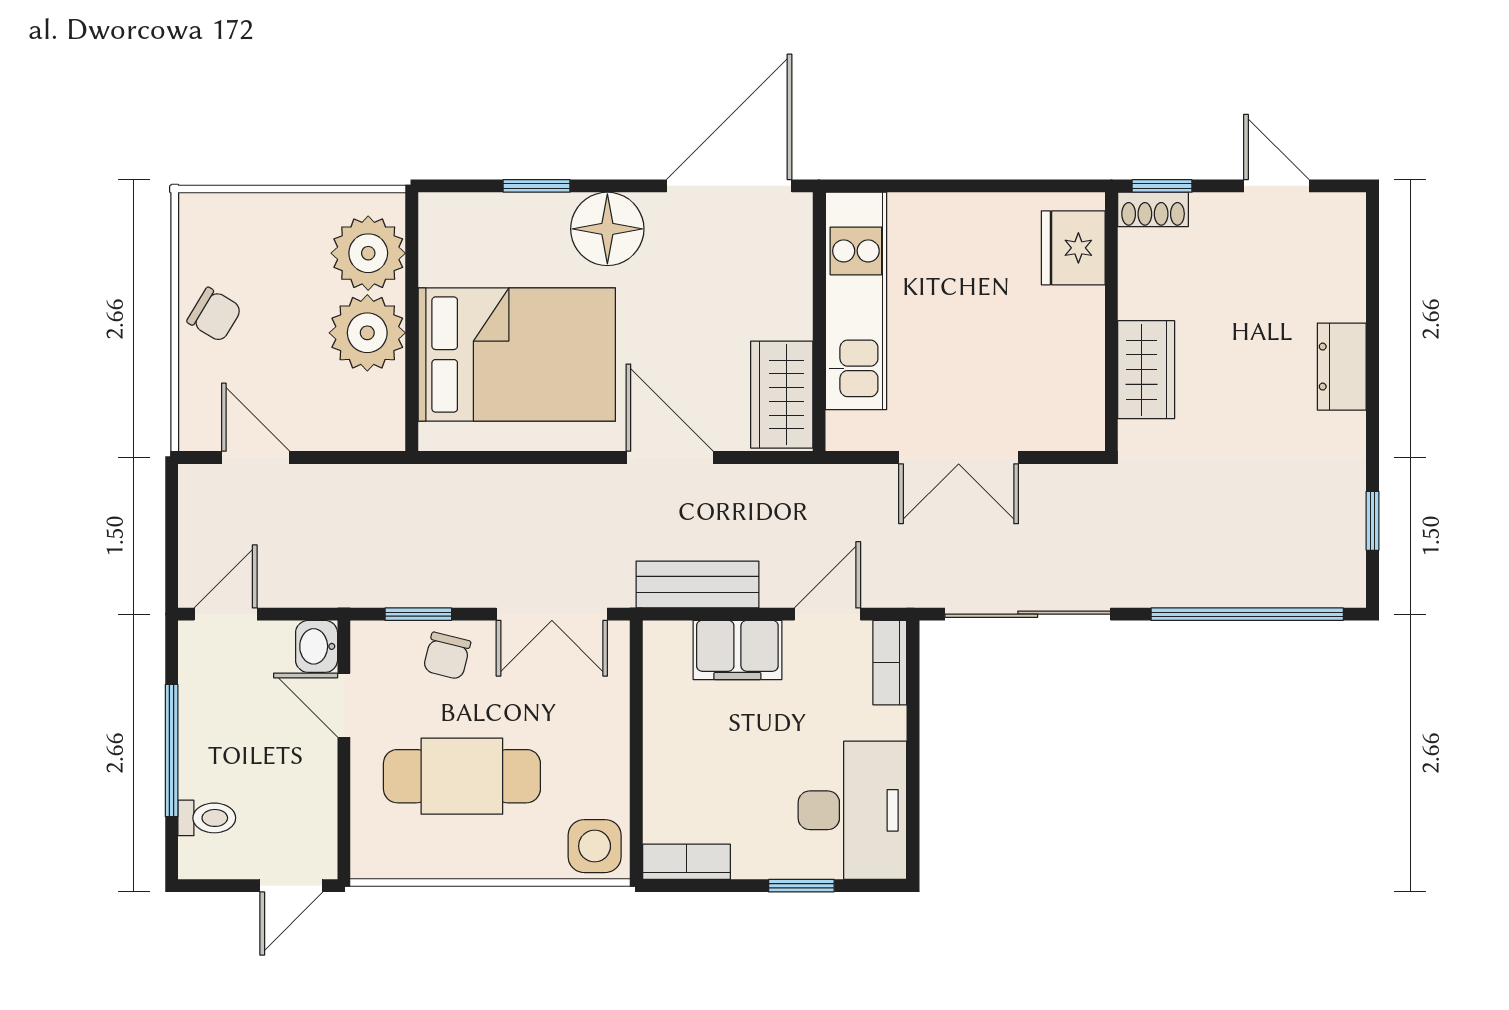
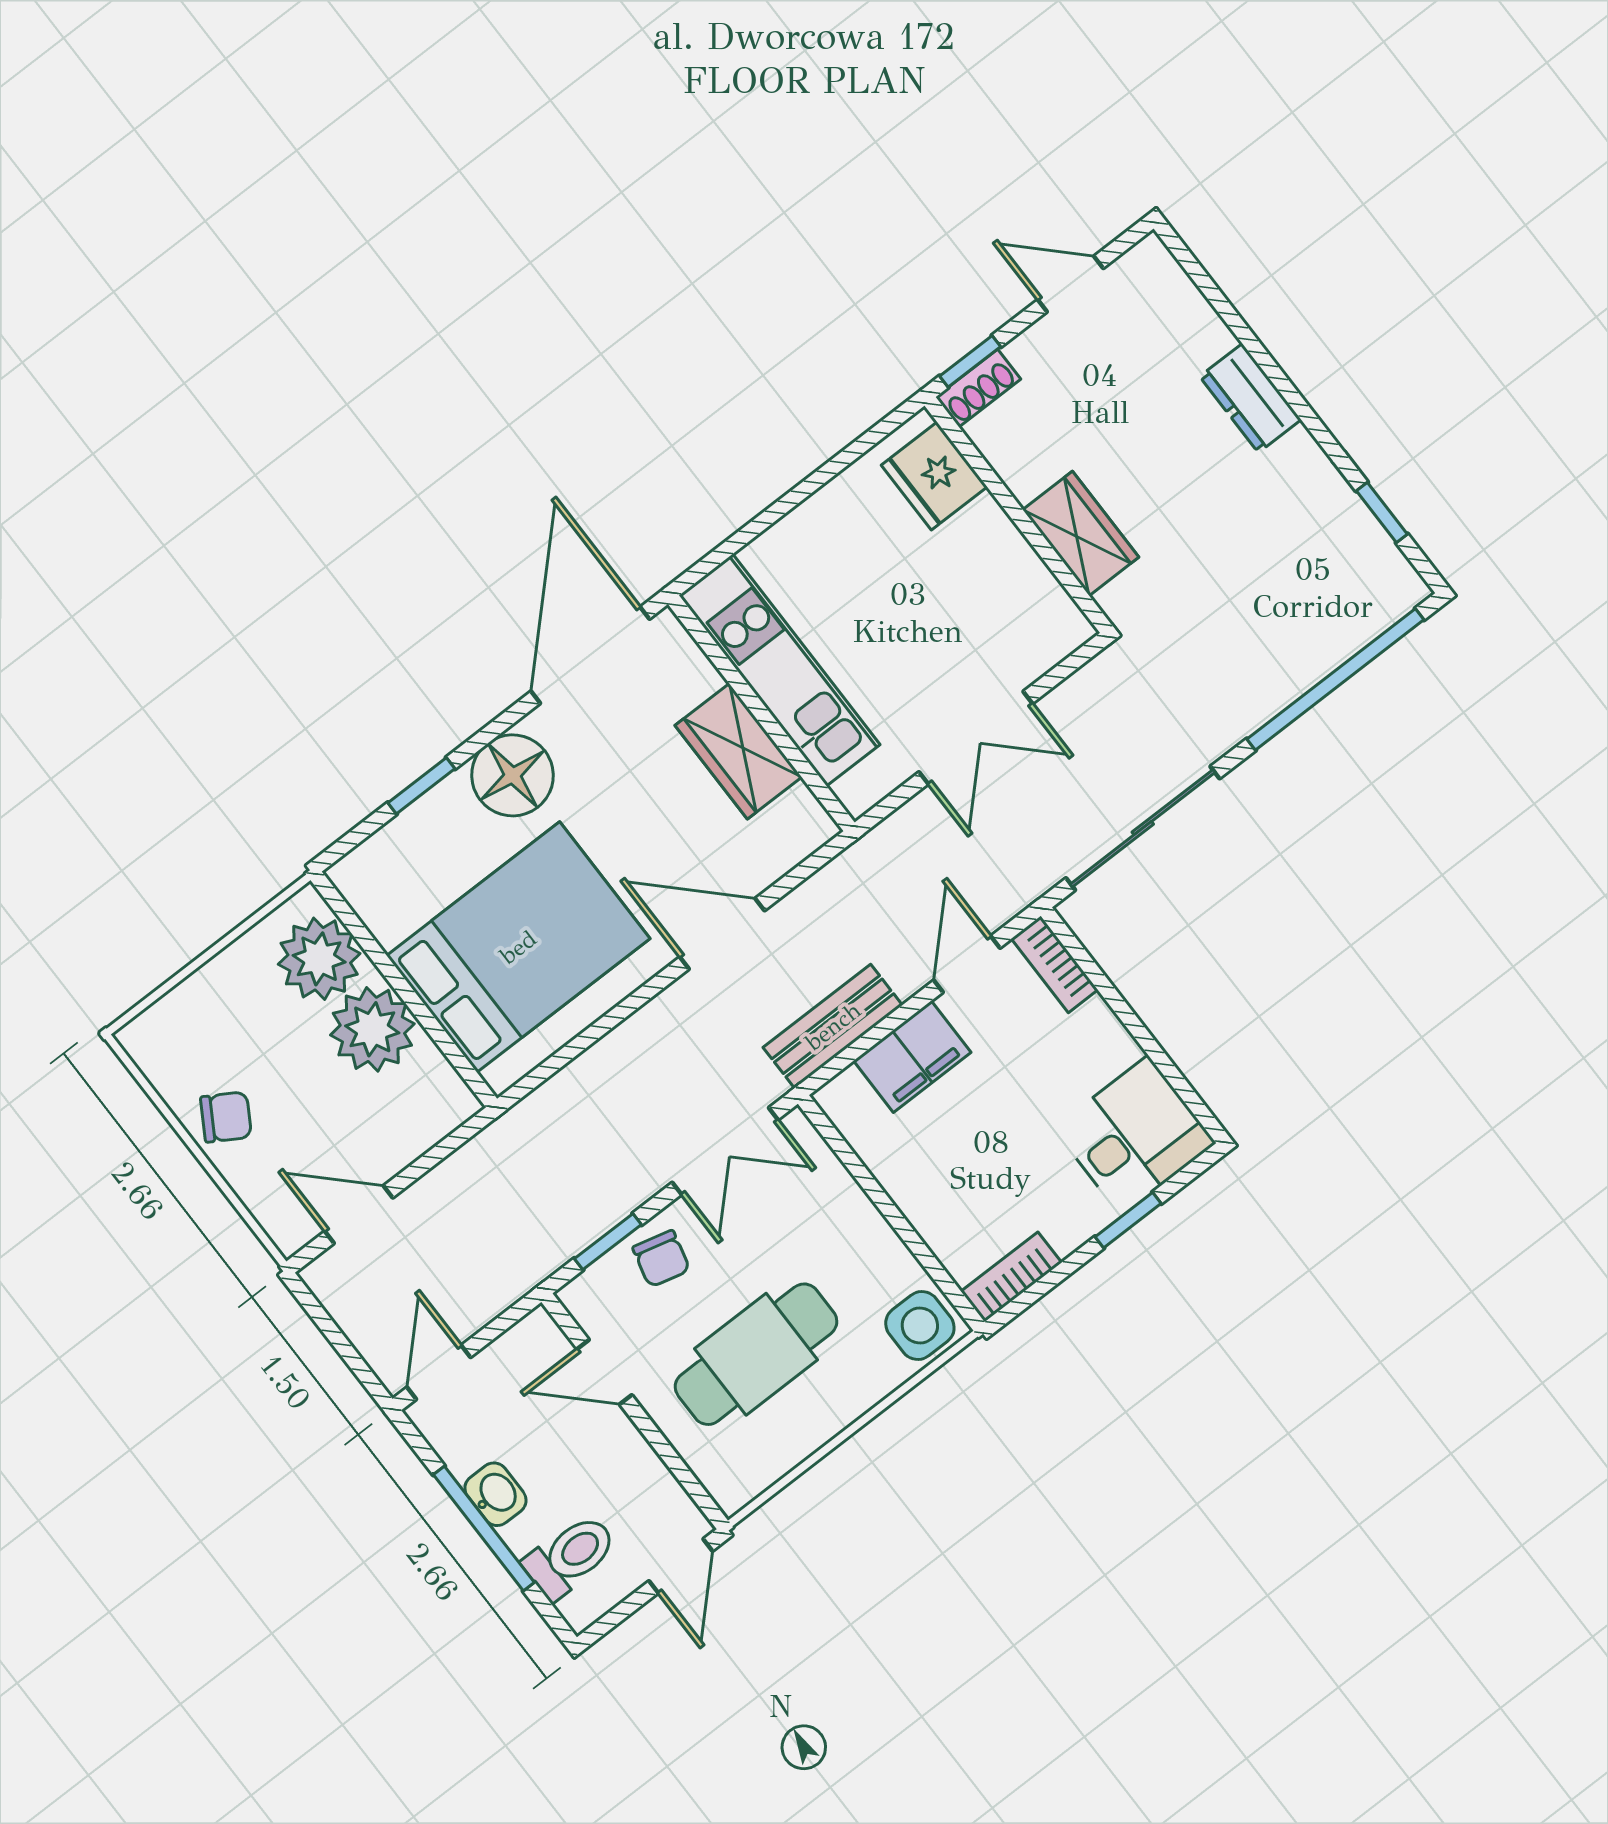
wardrobe: (782, 395) -> (738, 751), moved
washbasin: (317, 646) -> (496, 1494), moved, turned 180
desk: (852, 810) -> (1135, 1136), width x0.73
toilet: (207, 818) -> (570, 1556), width x1.37, depth x1.39

